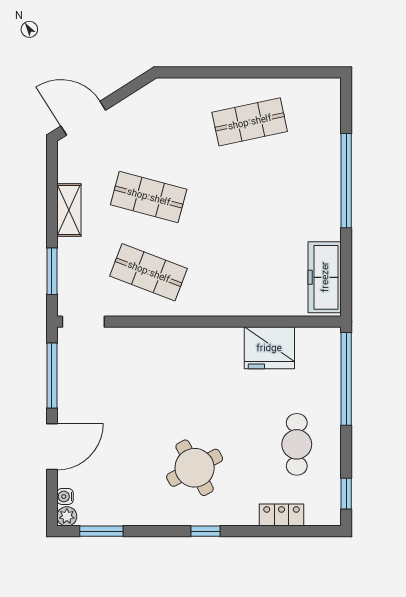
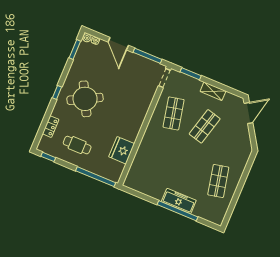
shop shelf: (149, 272) -> (174, 113), turned -33
freezer: (325, 277) -> (179, 201), moved
round table: (195, 468) -> (85, 99), width x1.36, depth x1.36

